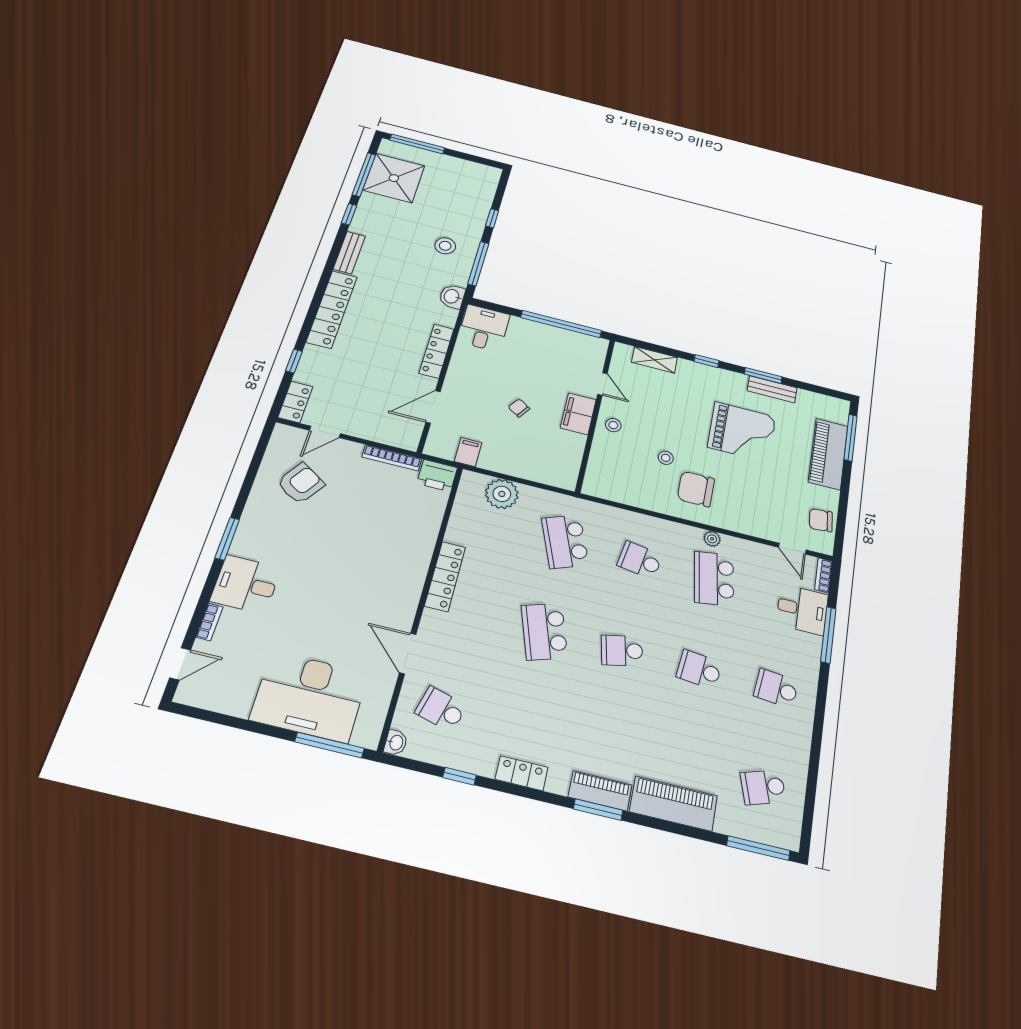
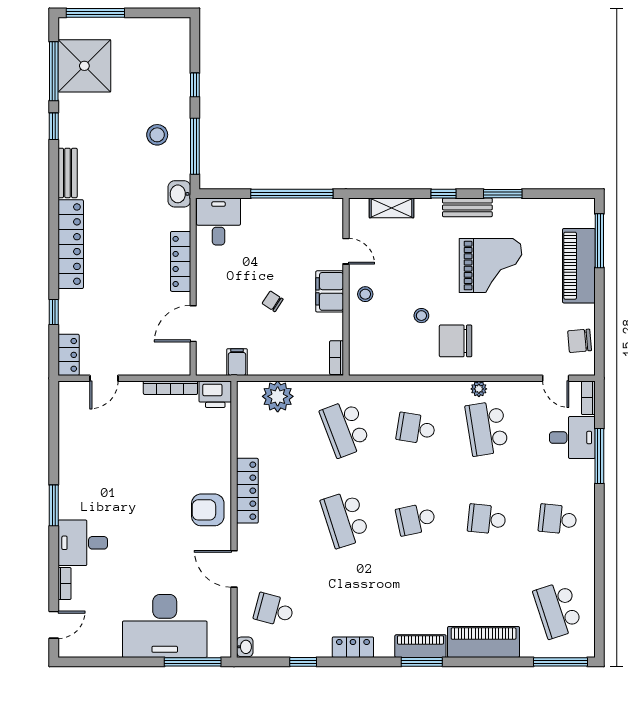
bench: (772, 389) -> (467, 207), moved
bookcase: (572, 474) -> (337, 358), added
armchair: (301, 483) -> (208, 510), moved, turned -123
school desk: (763, 787) -> (558, 610), width x1.85

